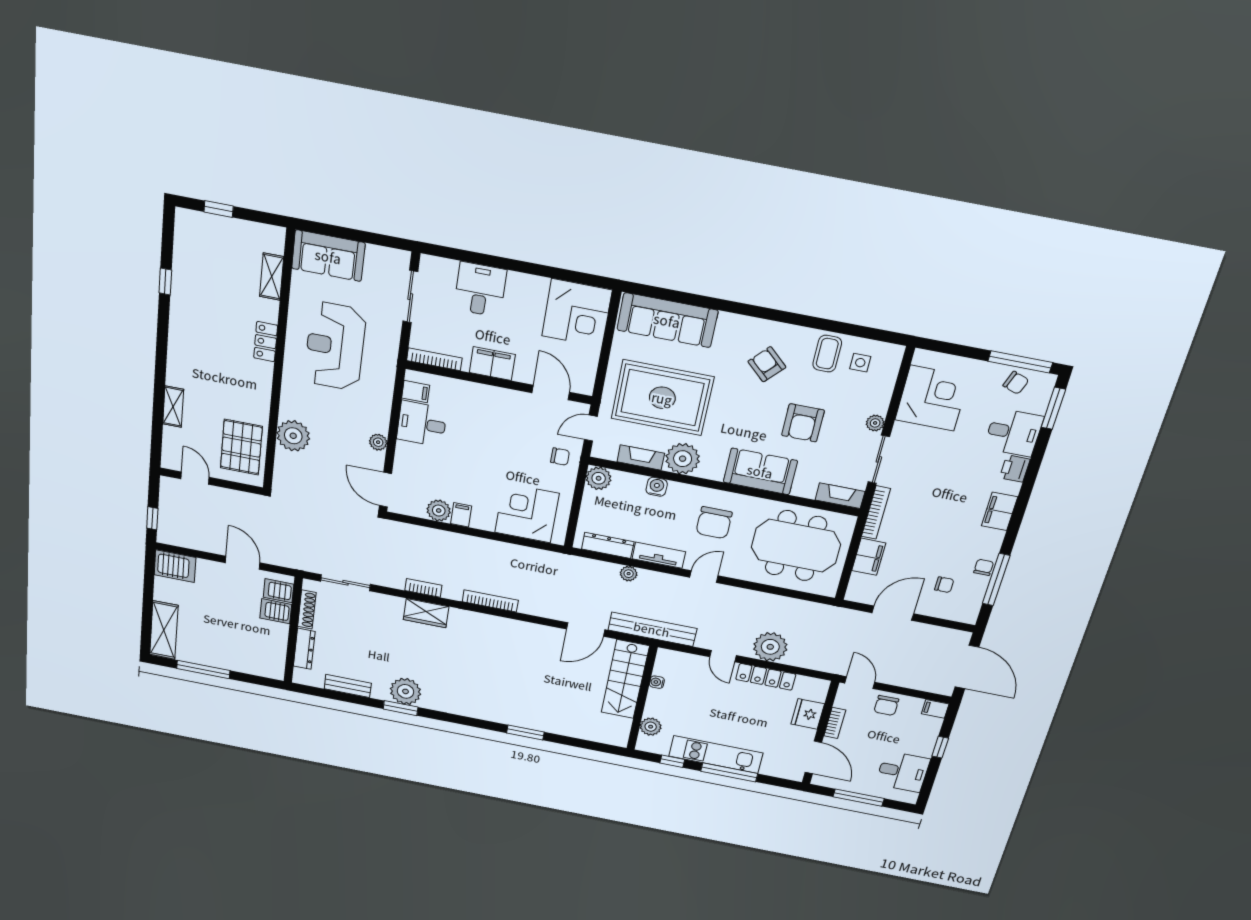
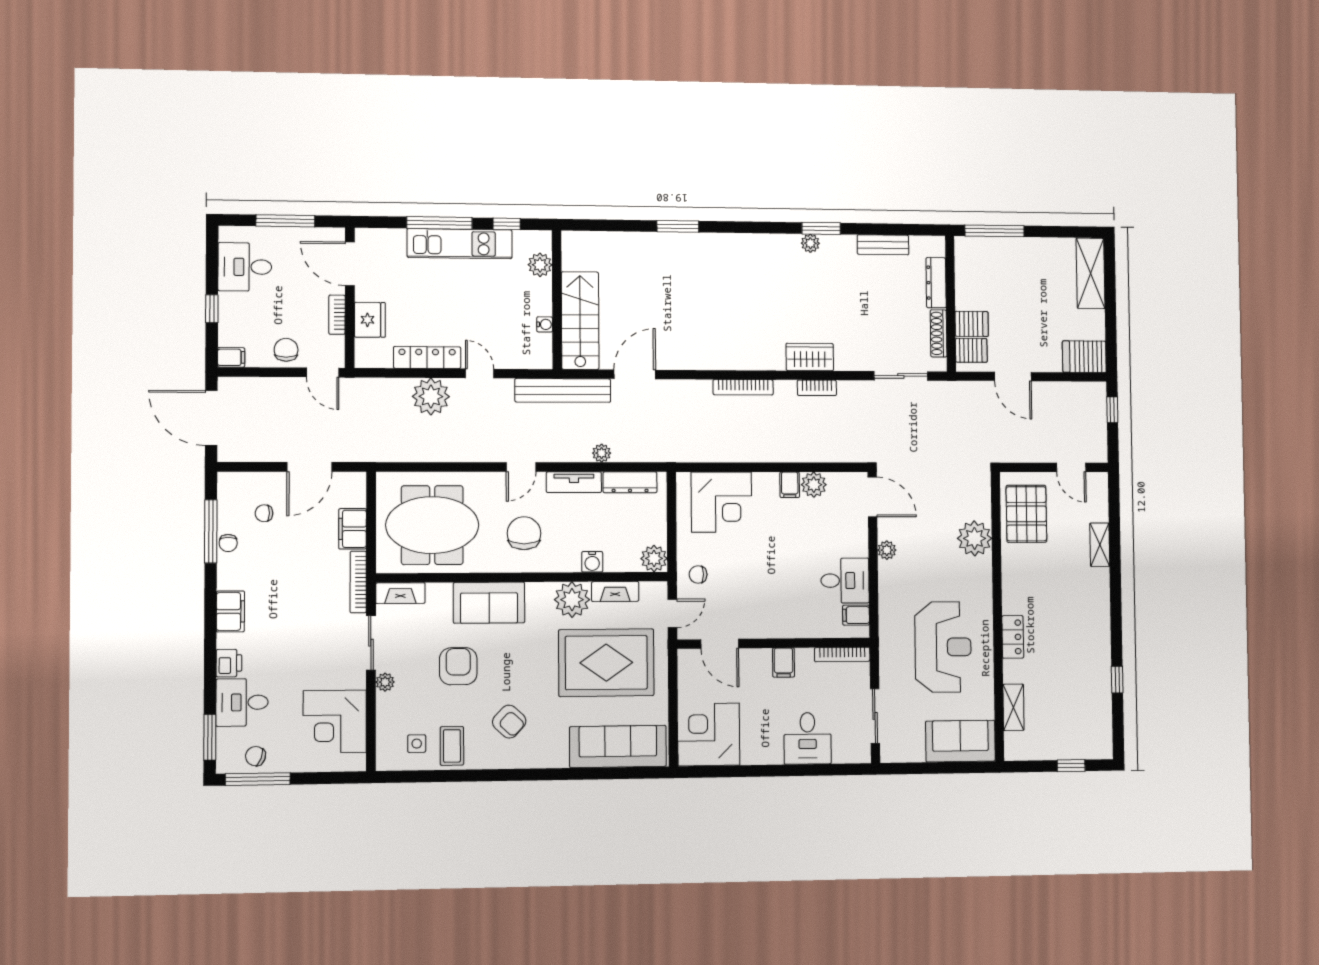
filing cabinet: (492, 364) -> (784, 662), width x0.50
window: (203, 669) -> (995, 231), moved
plant: (405, 691) -> (810, 243), width x0.53, depth x0.53

